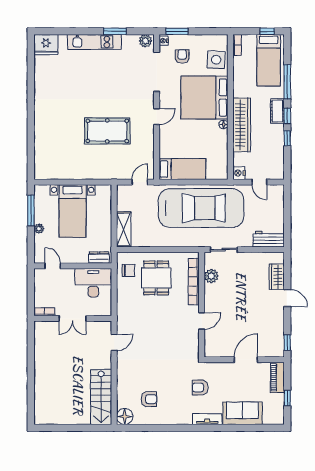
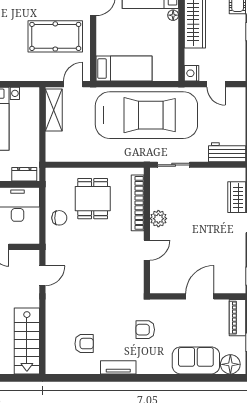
pool table: (107, 131) -> (55, 36), moved
shelving: (124, 229) -> (54, 110), moved
chair: (129, 270) -> (59, 218), moved
plant: (211, 276) -> (158, 219), moved
floor lamp: (125, 417) -> (230, 364), moved
tv unit: (207, 419) -> (118, 367), moved

